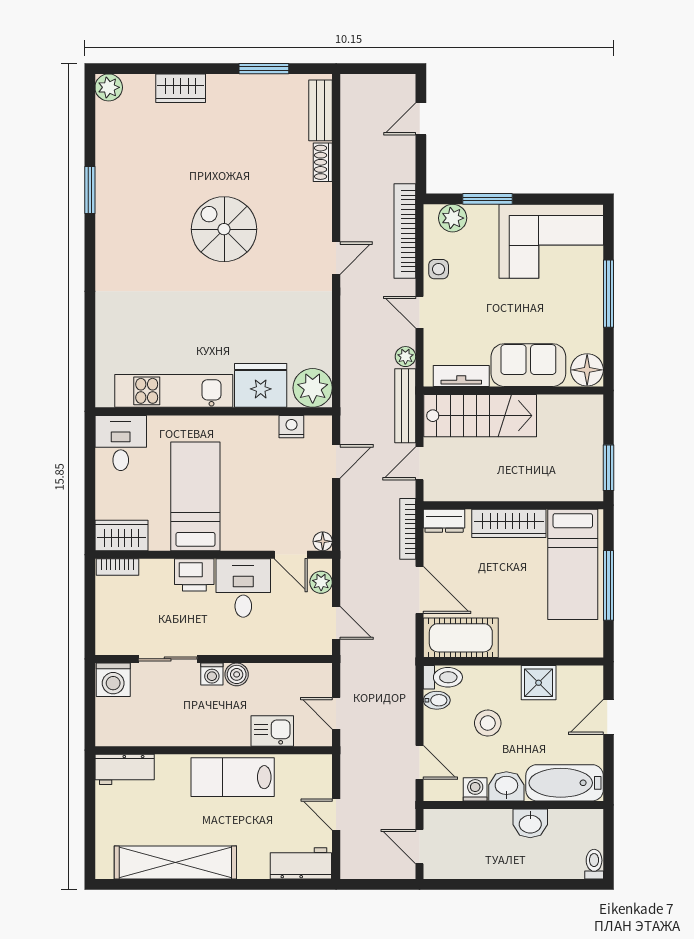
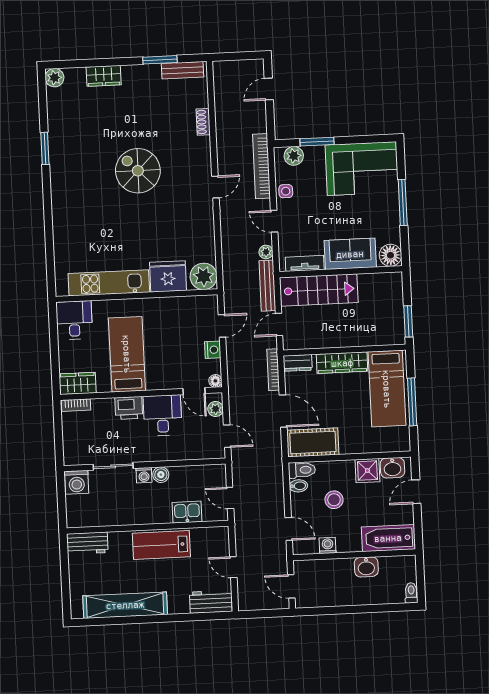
bench: (321, 110) -> (183, 70), moved, turned 90
nightstand: (291, 427) -> (213, 350), moved, turned 90
washbasin: (506, 786) -> (392, 468), moved, turned 180

